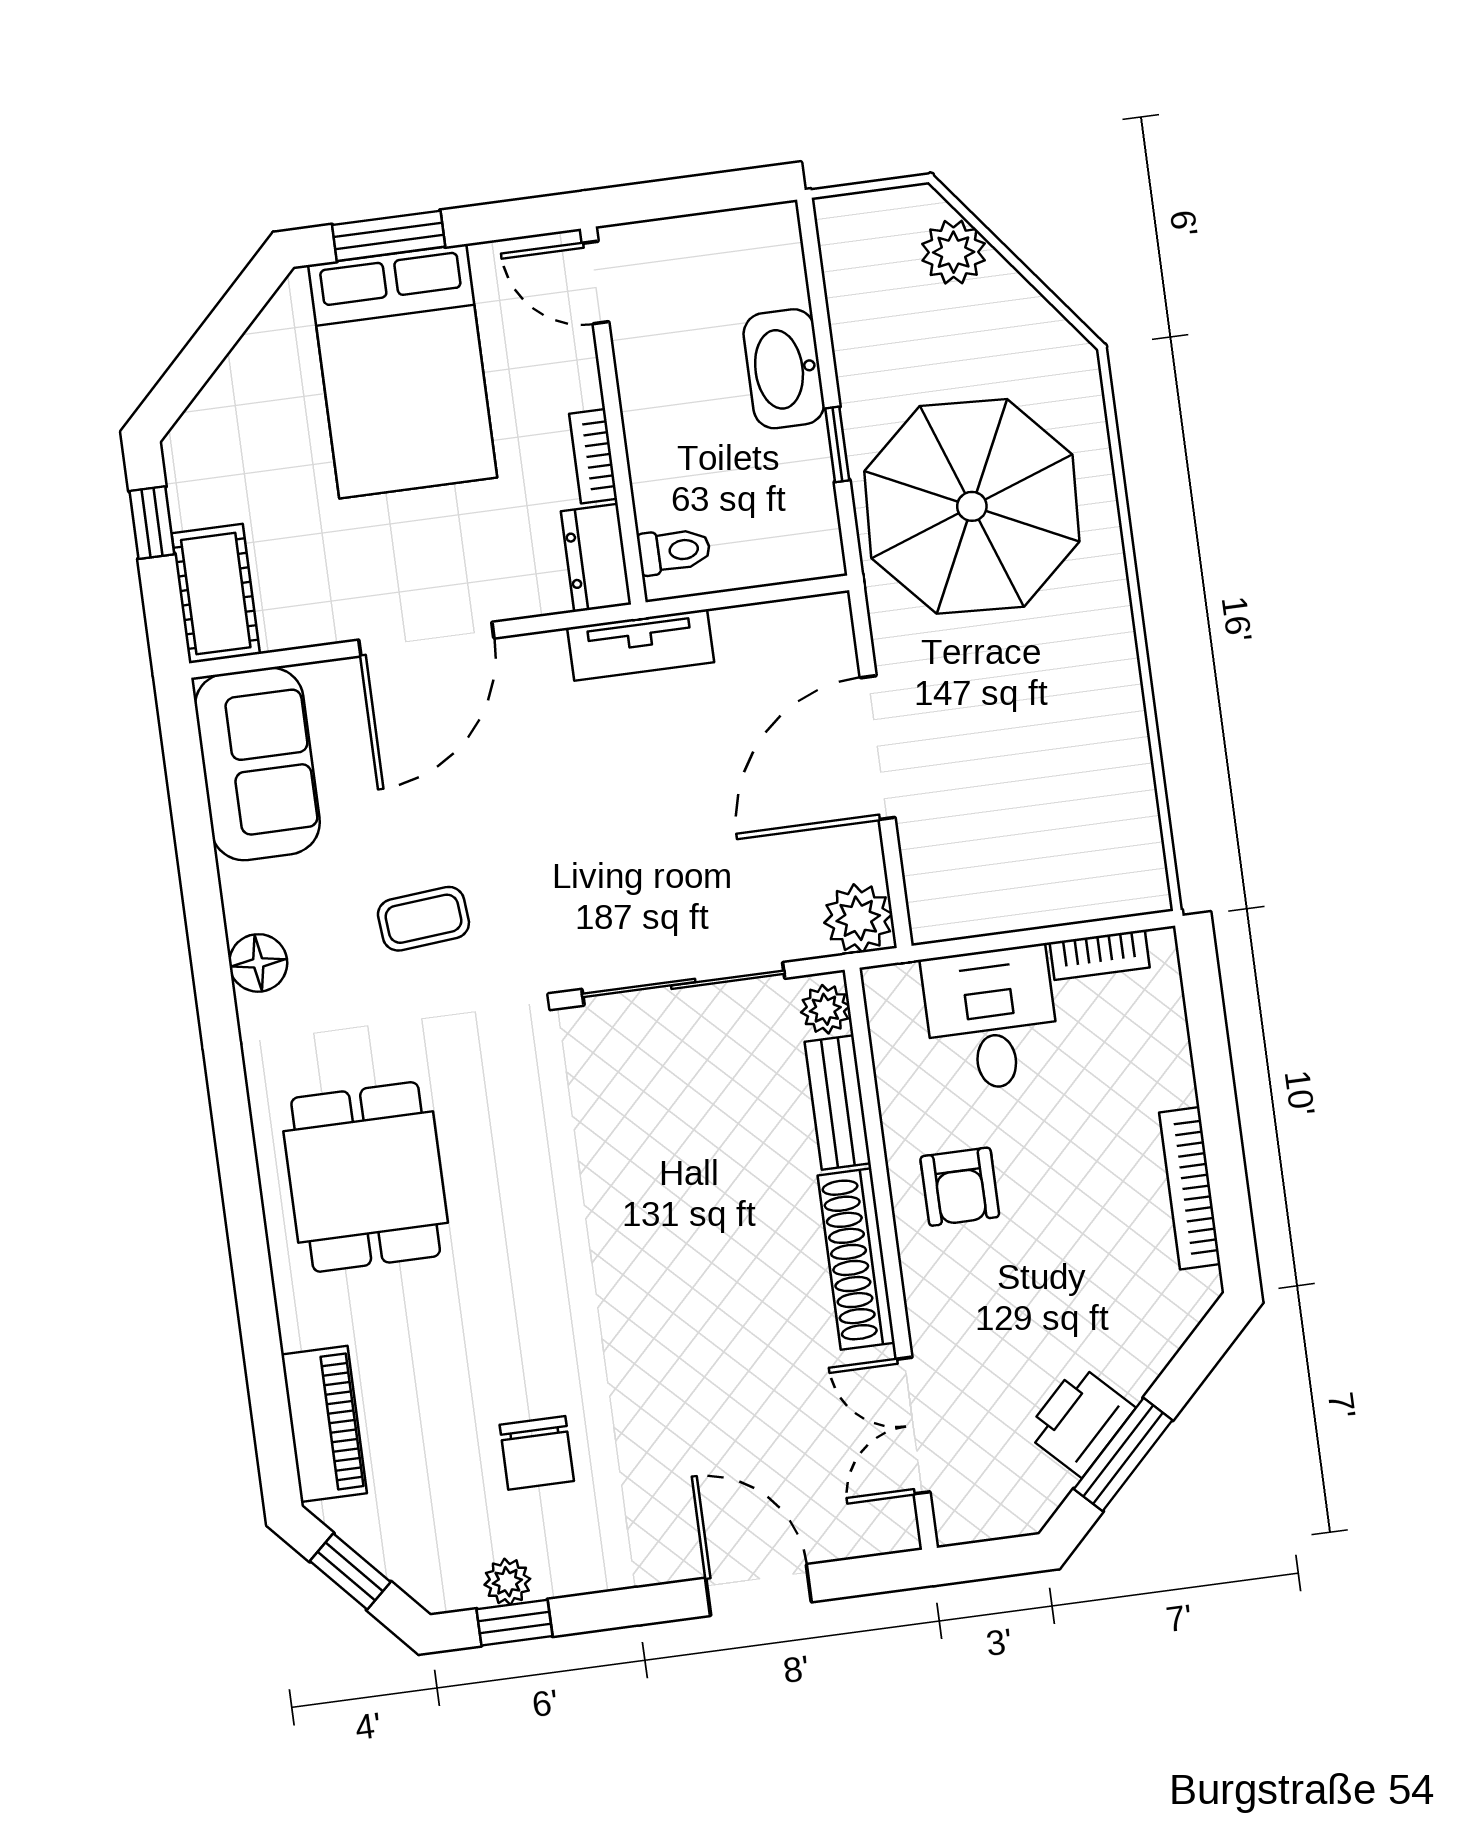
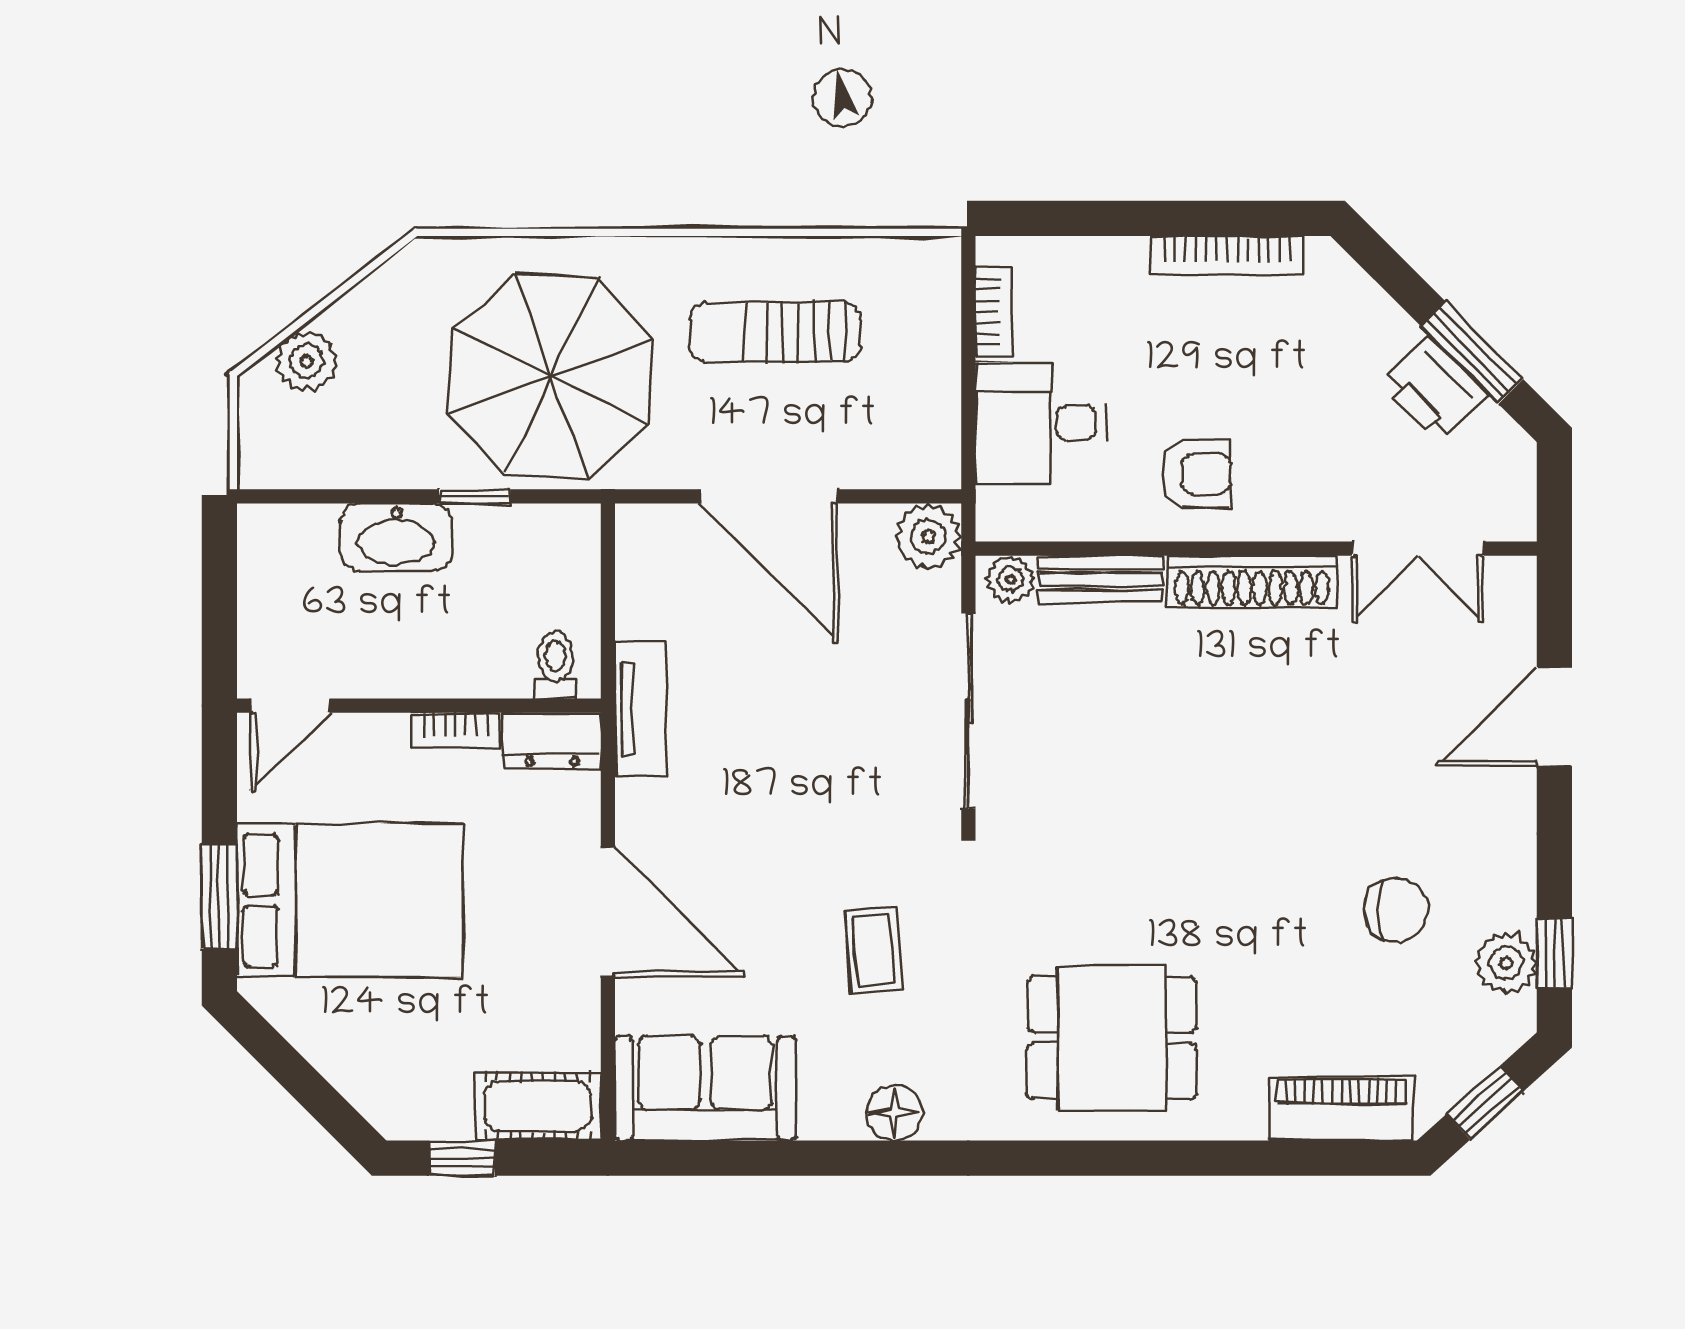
sun lounger: (1048, 732) -> (775, 332), added
plant: (507, 1582) -> (1506, 963), width x1.38, depth x1.38

